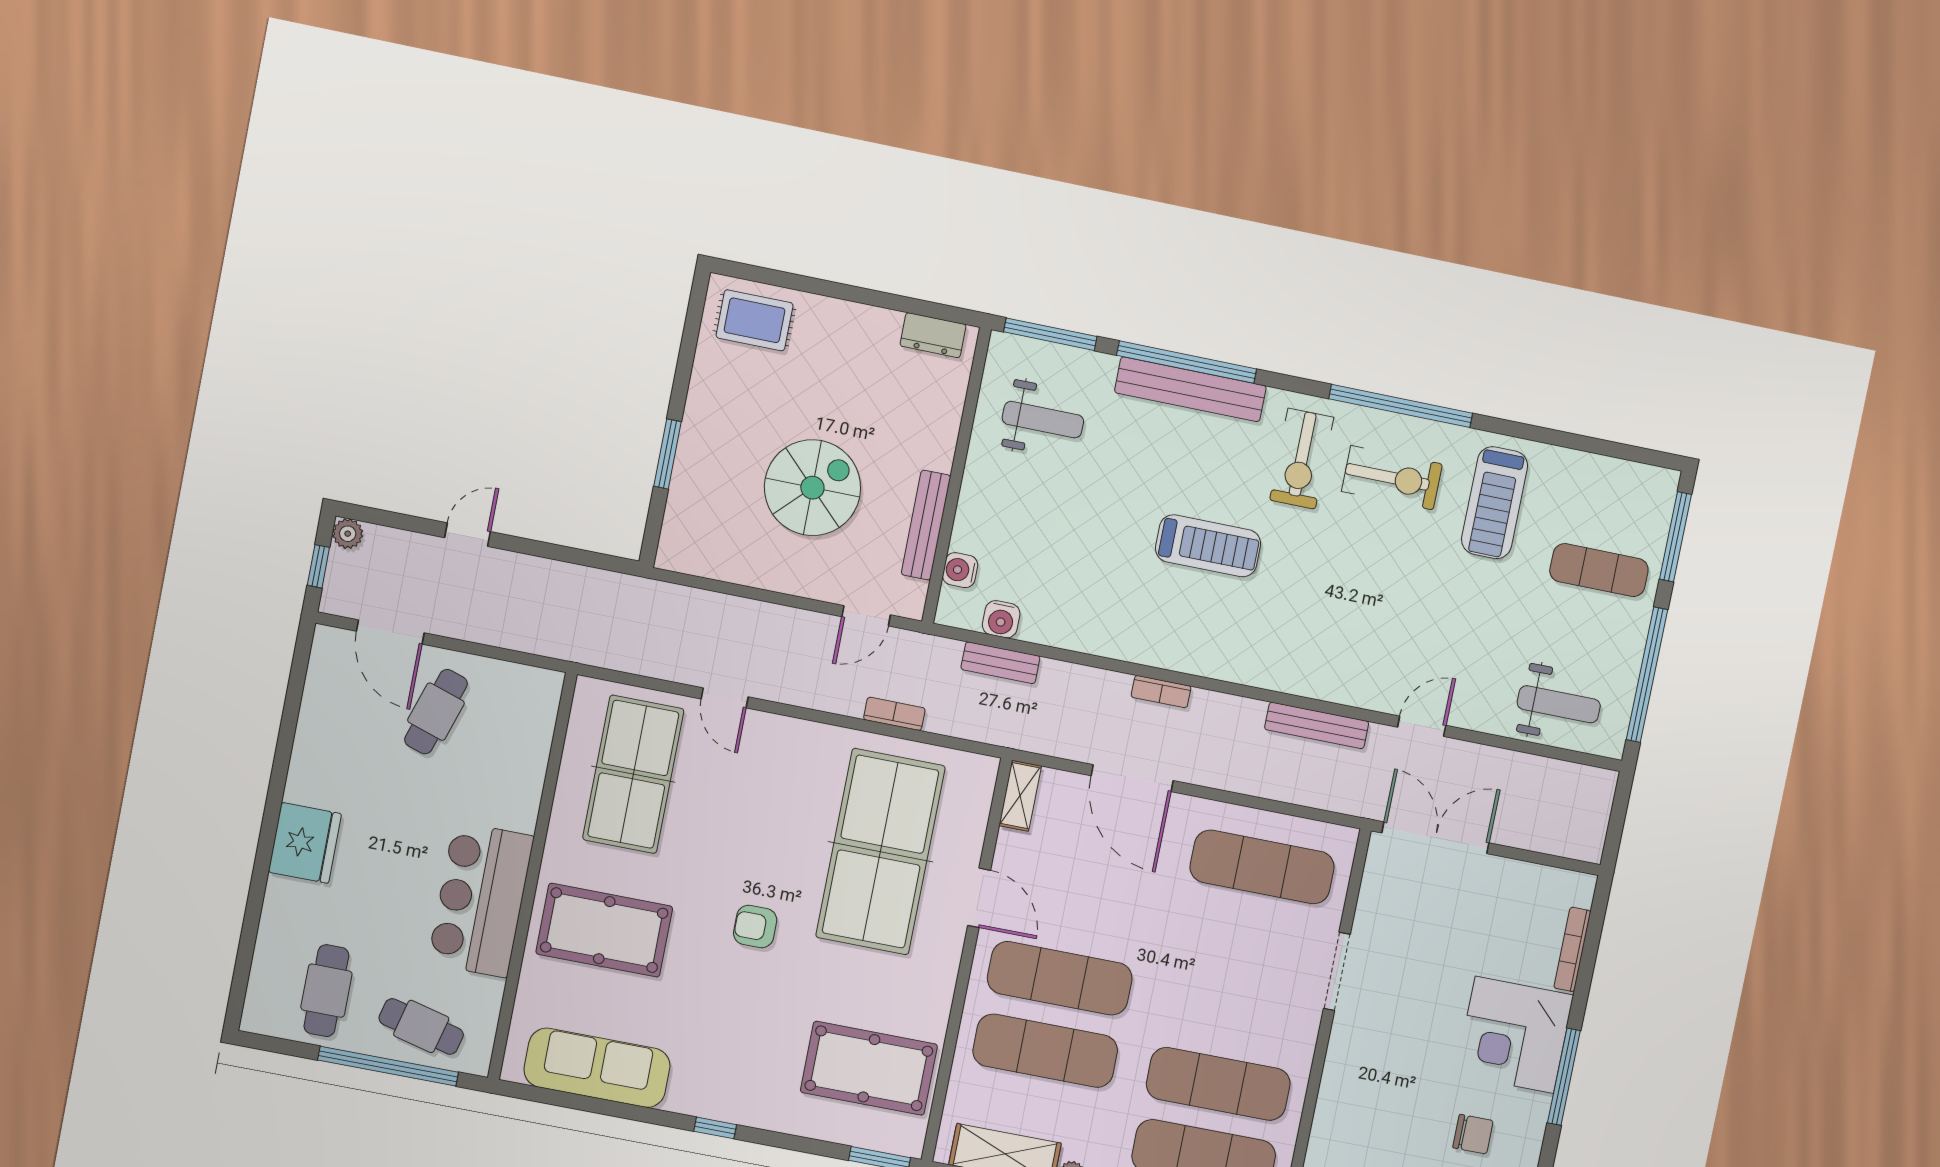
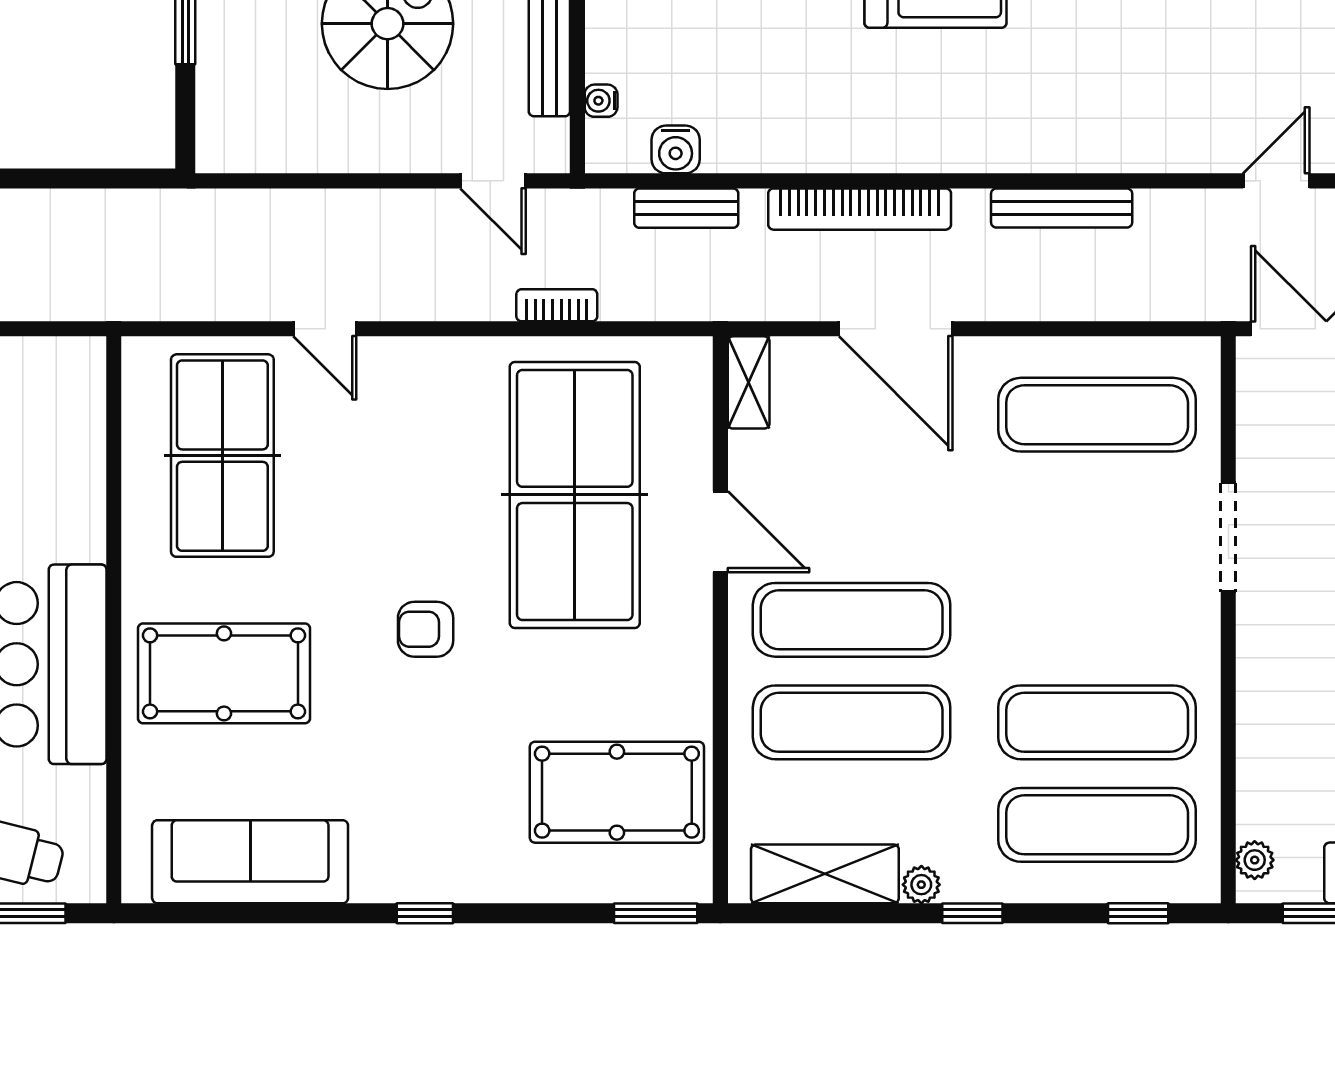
water cooler: (960, 570) -> (601, 101), width x0.72, depth x0.72
door: (866, 616) -> (493, 181), hinge flipped
bookcase: (1161, 692) -> (860, 209), width x2.31, depth x1.31
bench: (1317, 725) -> (1062, 208), moved

